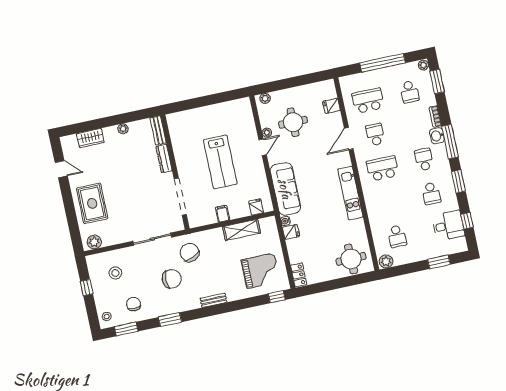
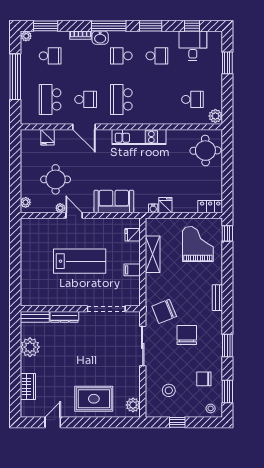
plant: (123, 129) -> (30, 347), width x1.88, depth x1.88
school desk: (375, 135) -> (86, 99), turned 180
sofa: (285, 189) -> (114, 201), width x0.73

